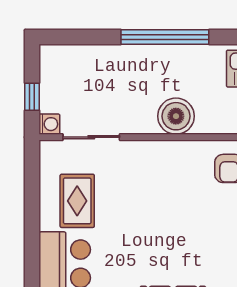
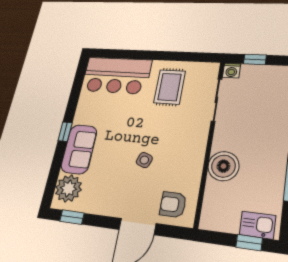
rug: (77, 201) -> (170, 87), turned 90
side table: (179, 215) -> (144, 160), added

